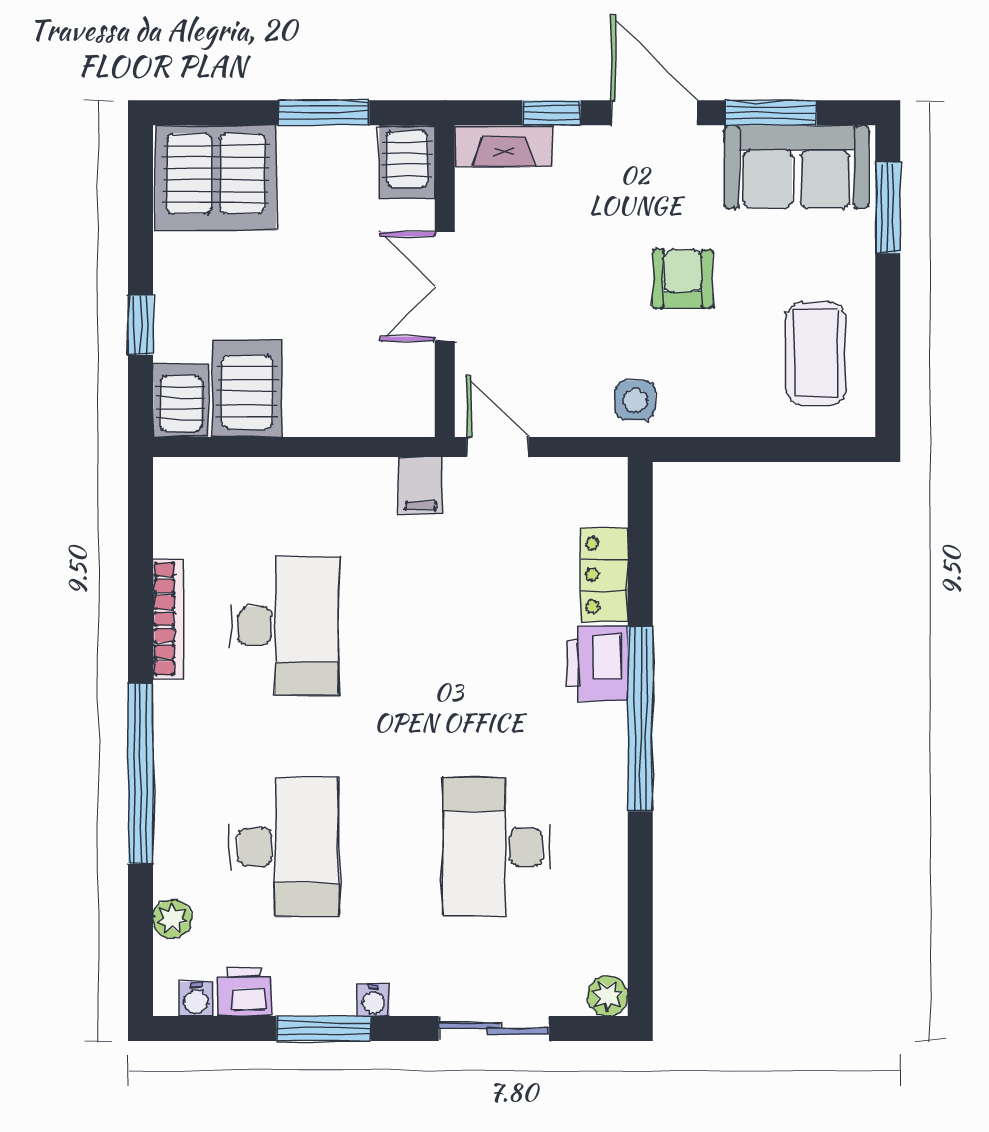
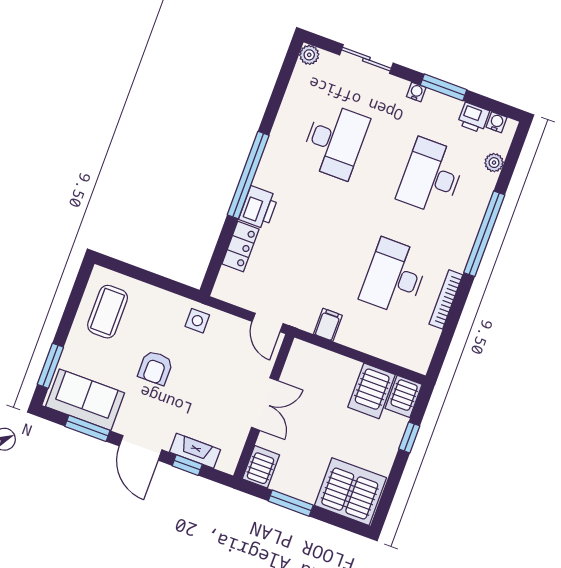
fireplace: (504, 146) -> (195, 451), moved
filing cabinet: (420, 485) -> (328, 325), moved

